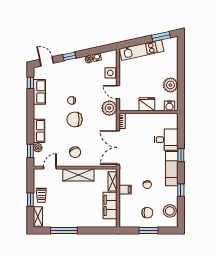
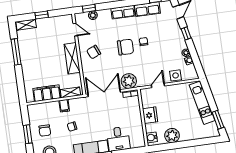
plant: (109, 108) -> (129, 81), moved
chair: (75, 119) -> (125, 47), turned 90
row of seats: (39, 131) -> (123, 12), moved
trolley: (41, 195) -> (47, 25), removed

